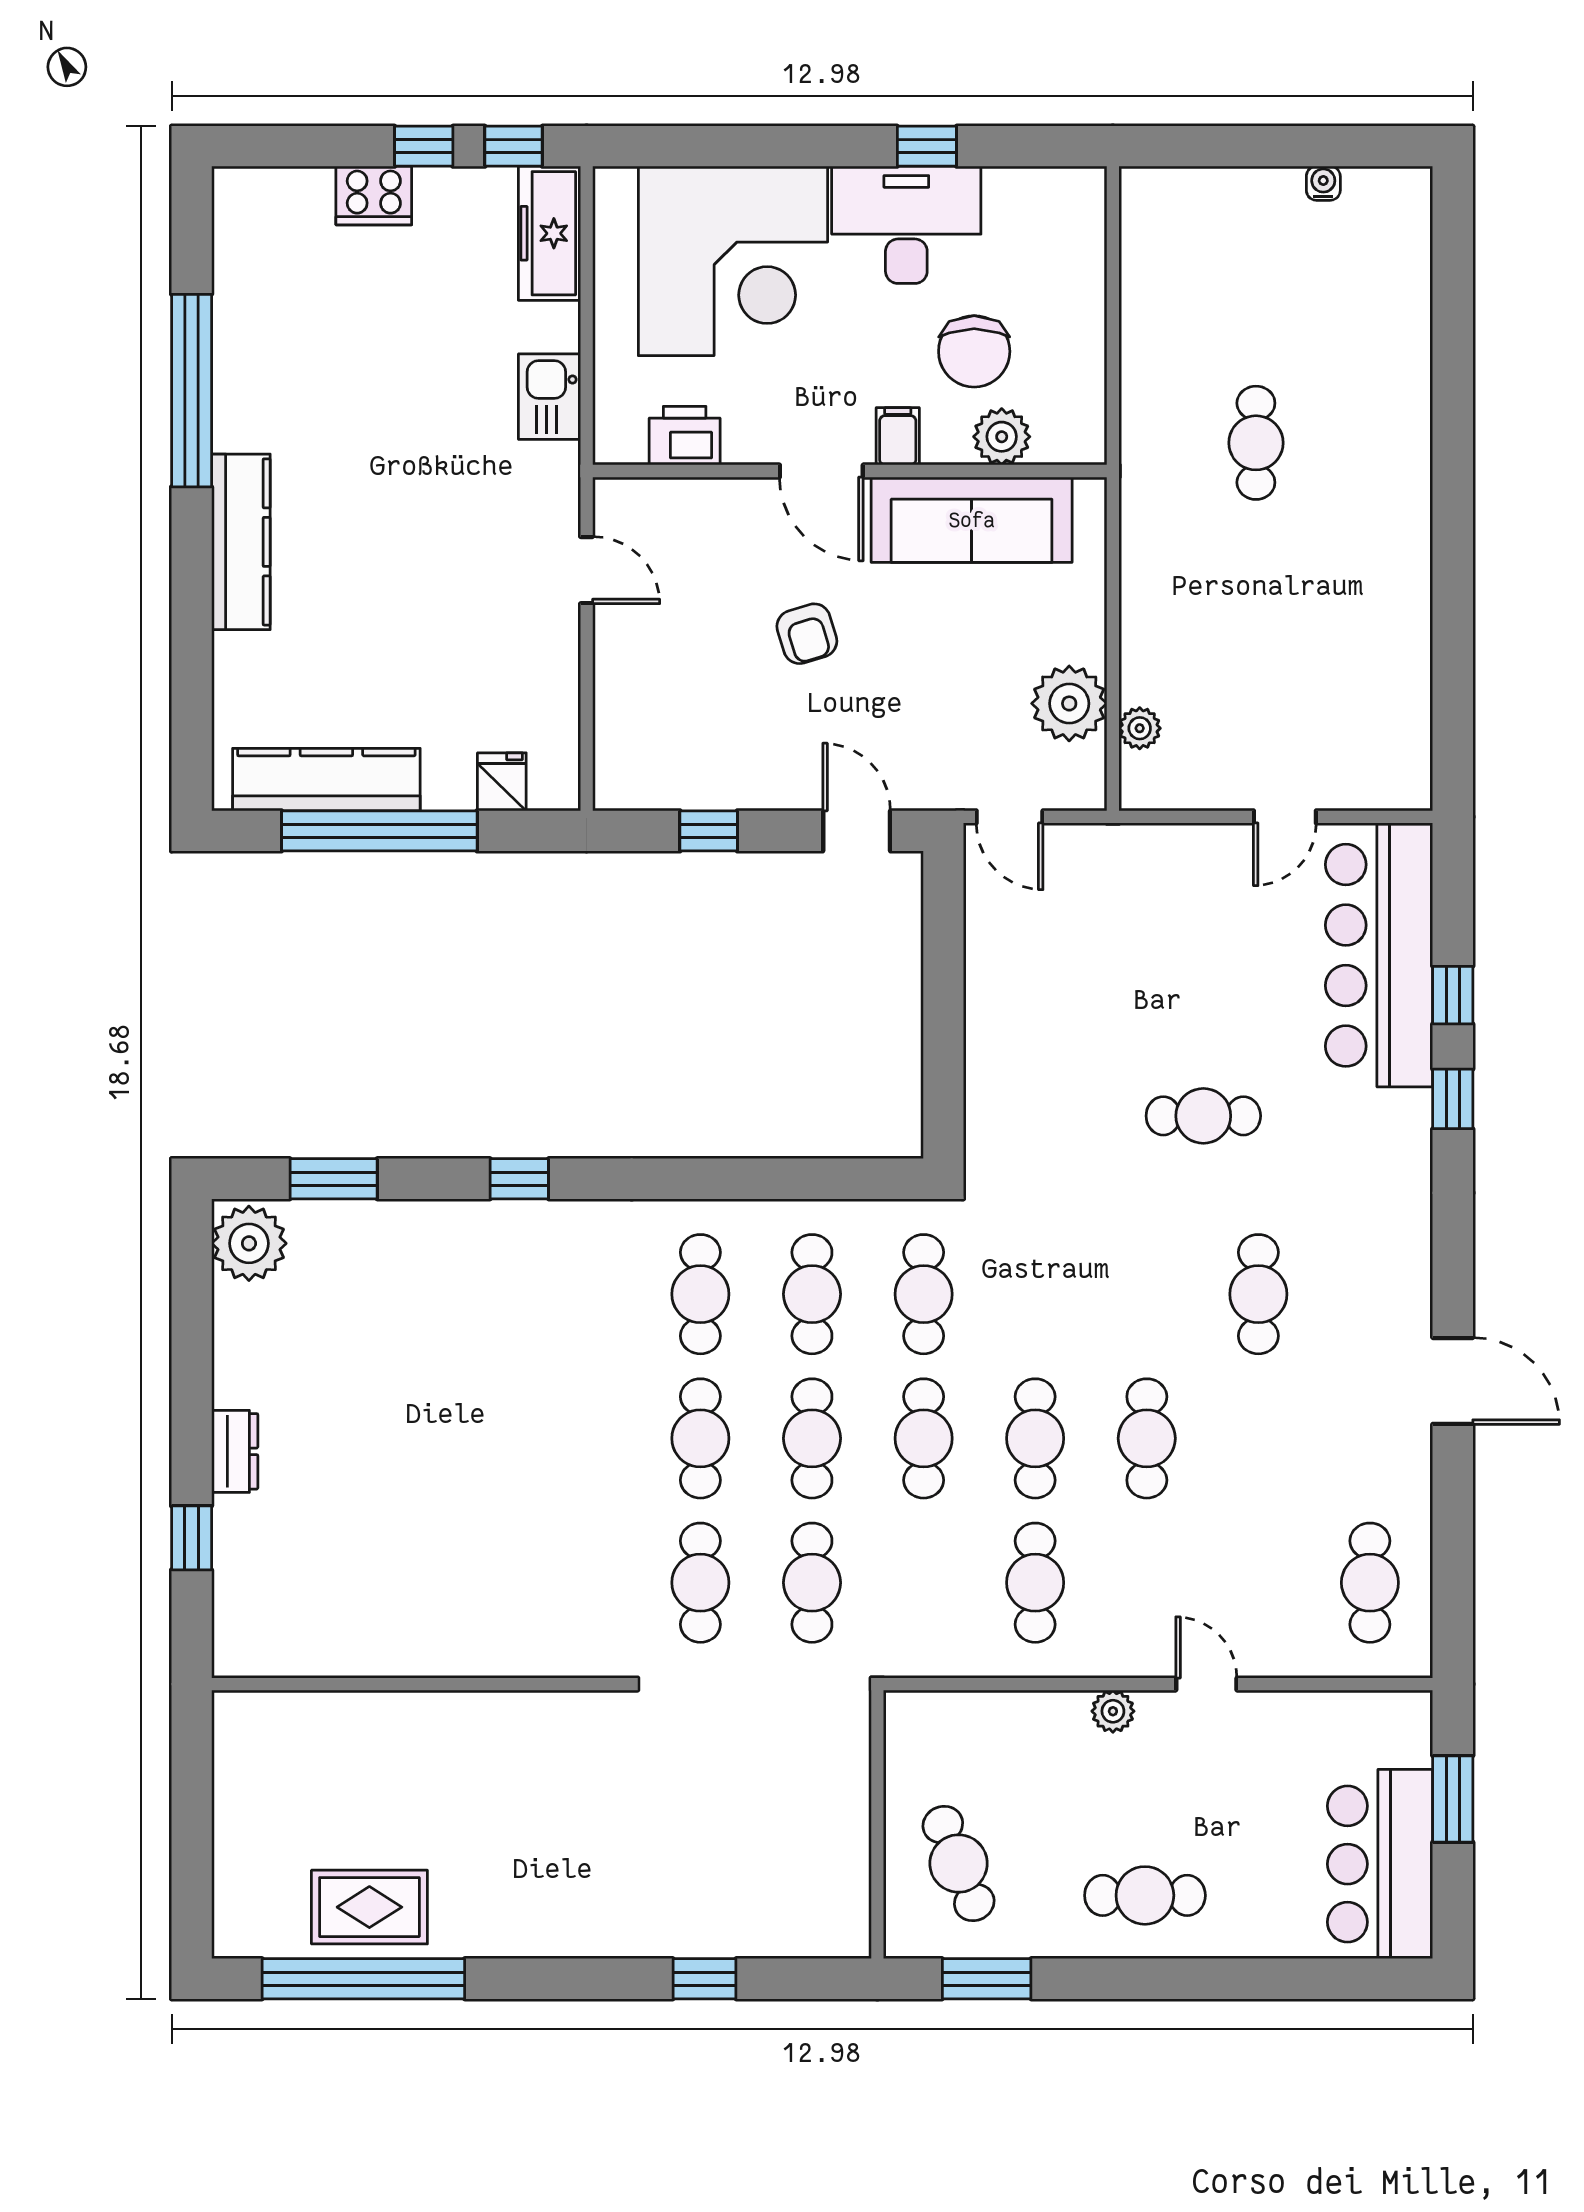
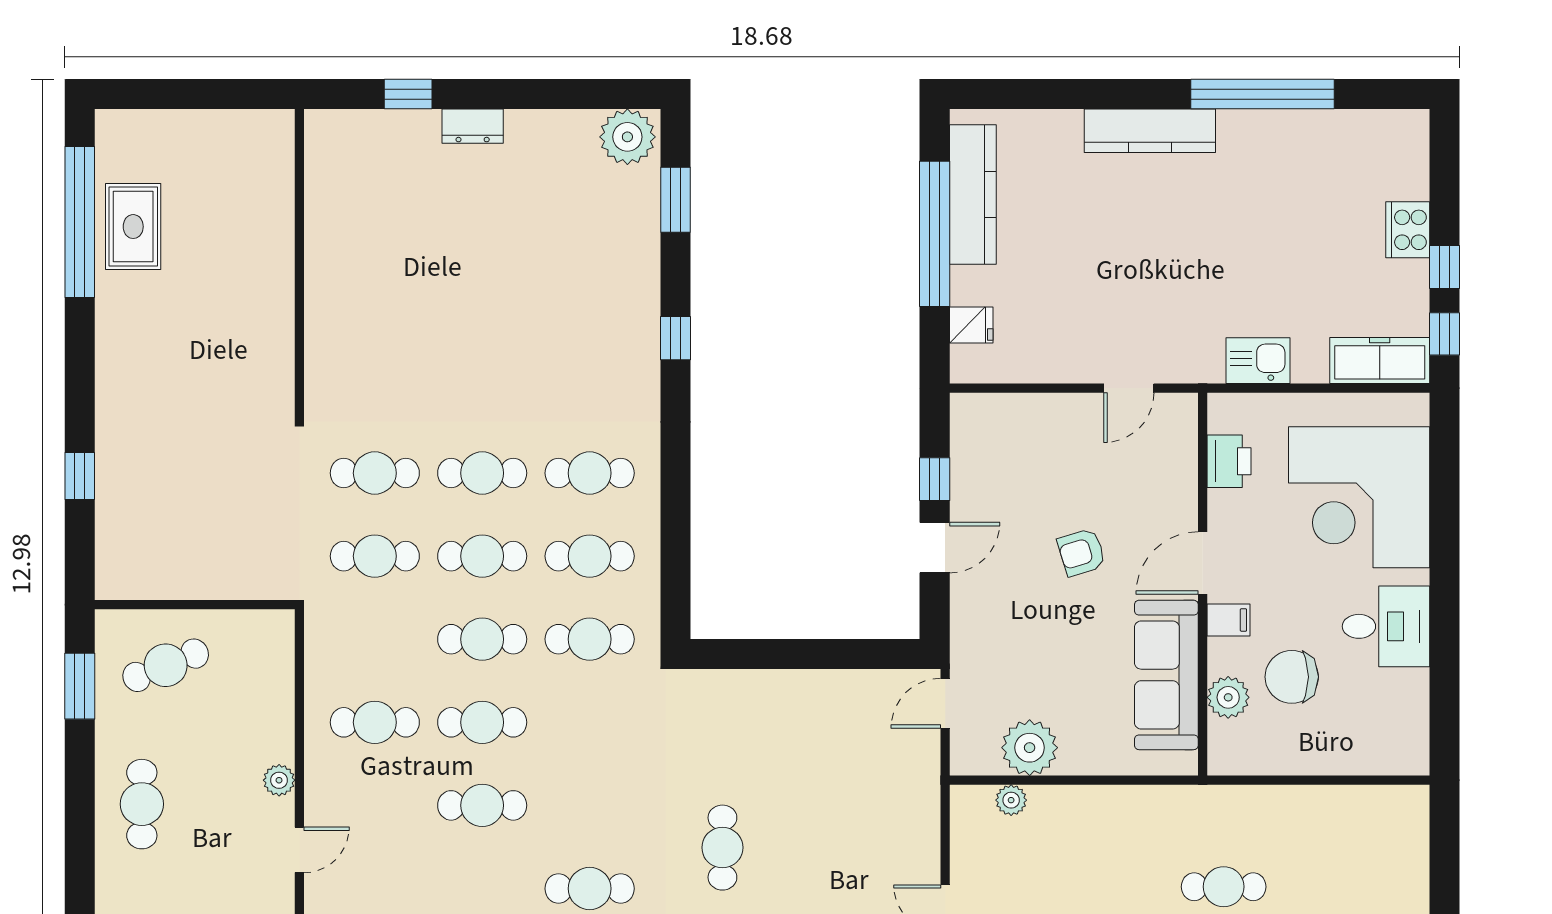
window: (927, 146) -> (1445, 642), removed
desk: (906, 225) -> (1386, 626), width x0.73
door: (857, 831) -> (935, 548), moved

